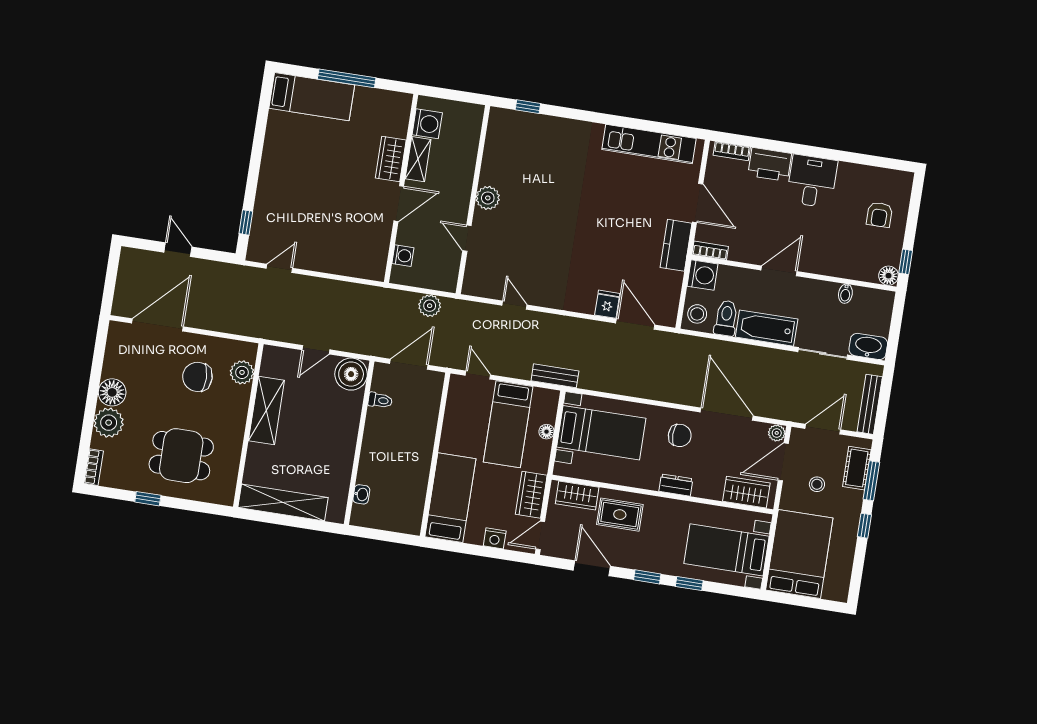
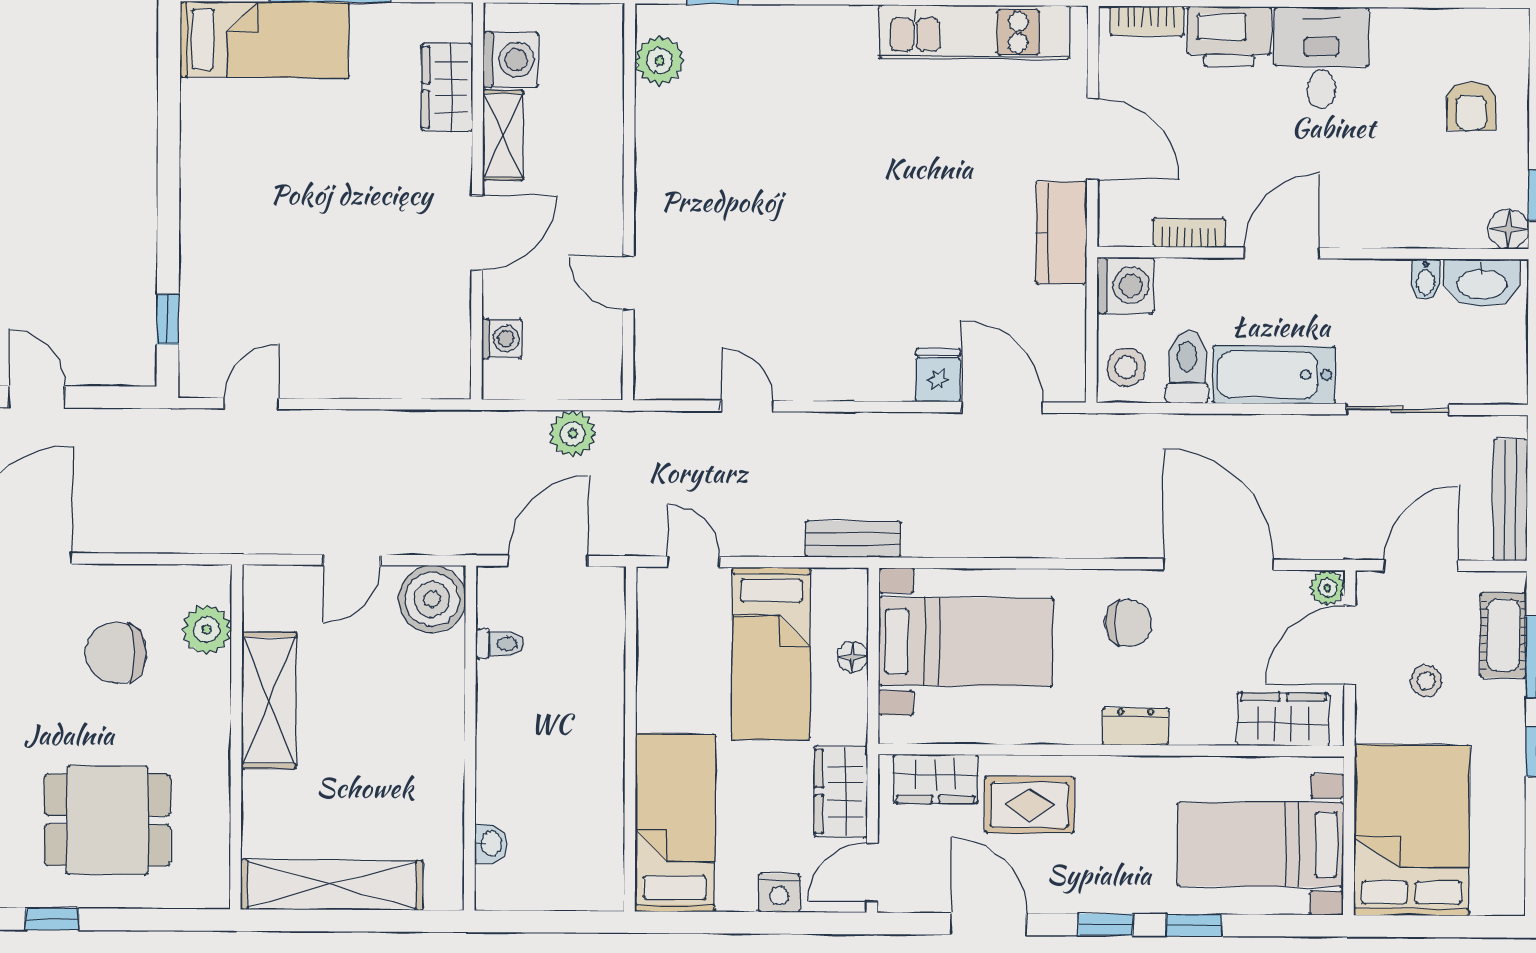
wardrobe: (391, 159) -> (447, 87), moved
plant: (488, 198) -> (659, 61), moved
bookcase: (710, 250) -> (1189, 233), moved
washbasin: (868, 346) -> (1482, 283), moved, turned 180

